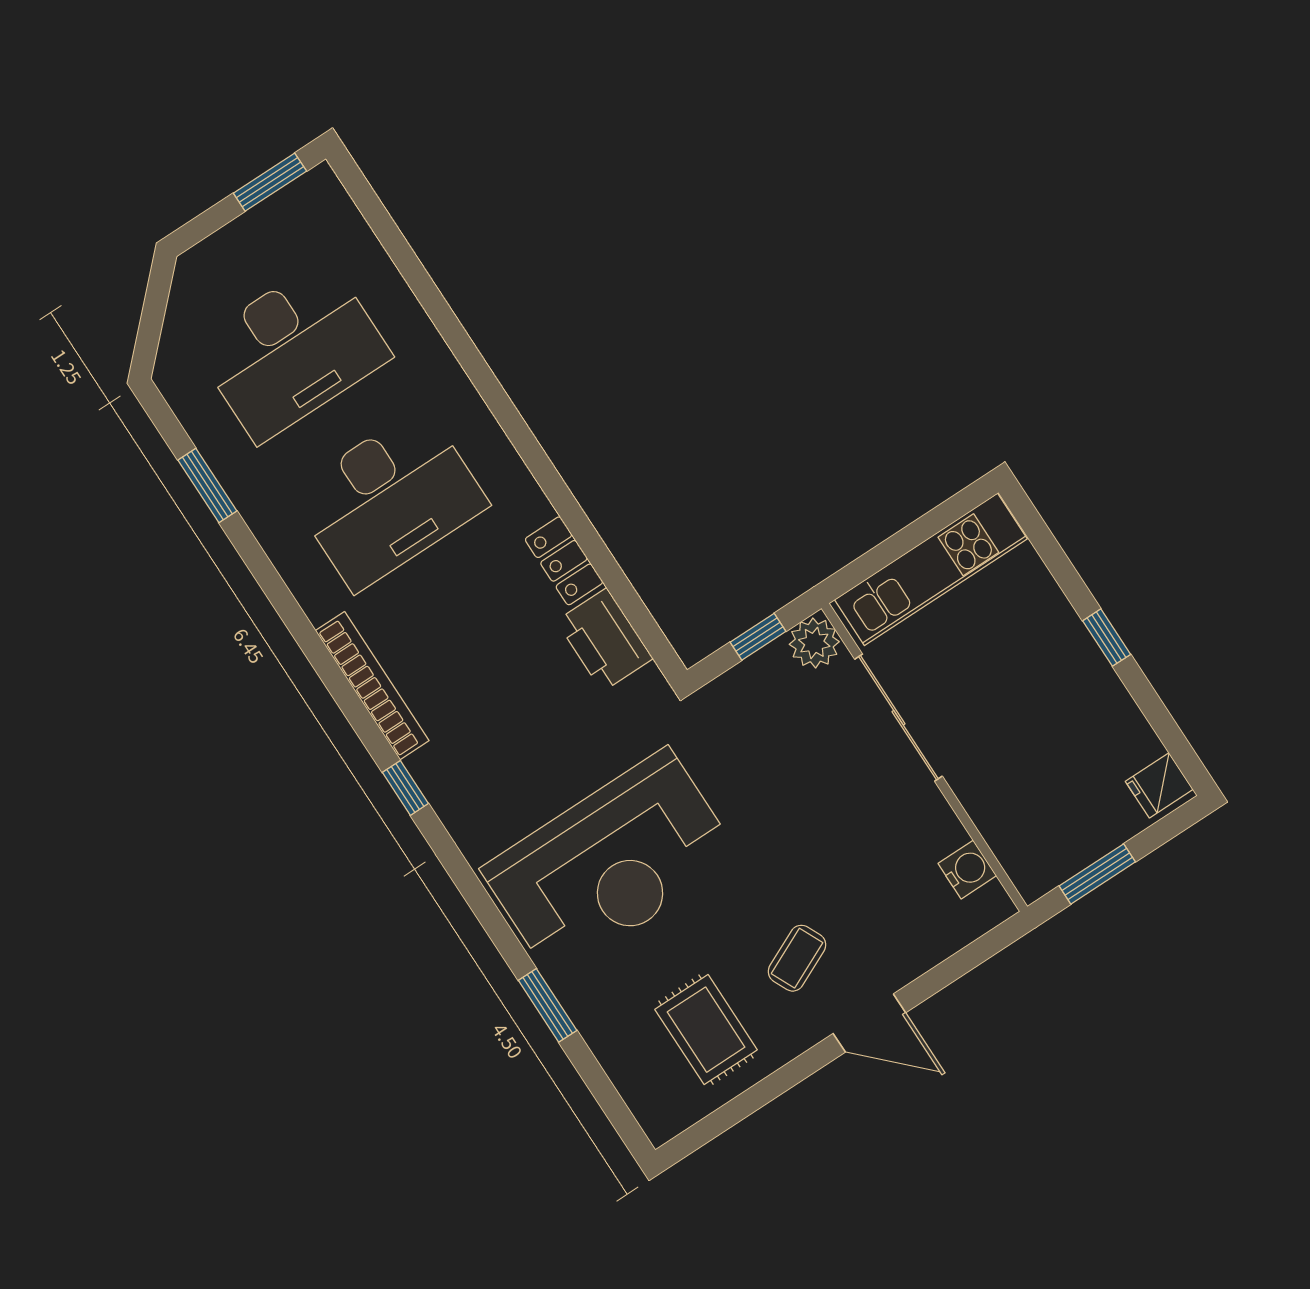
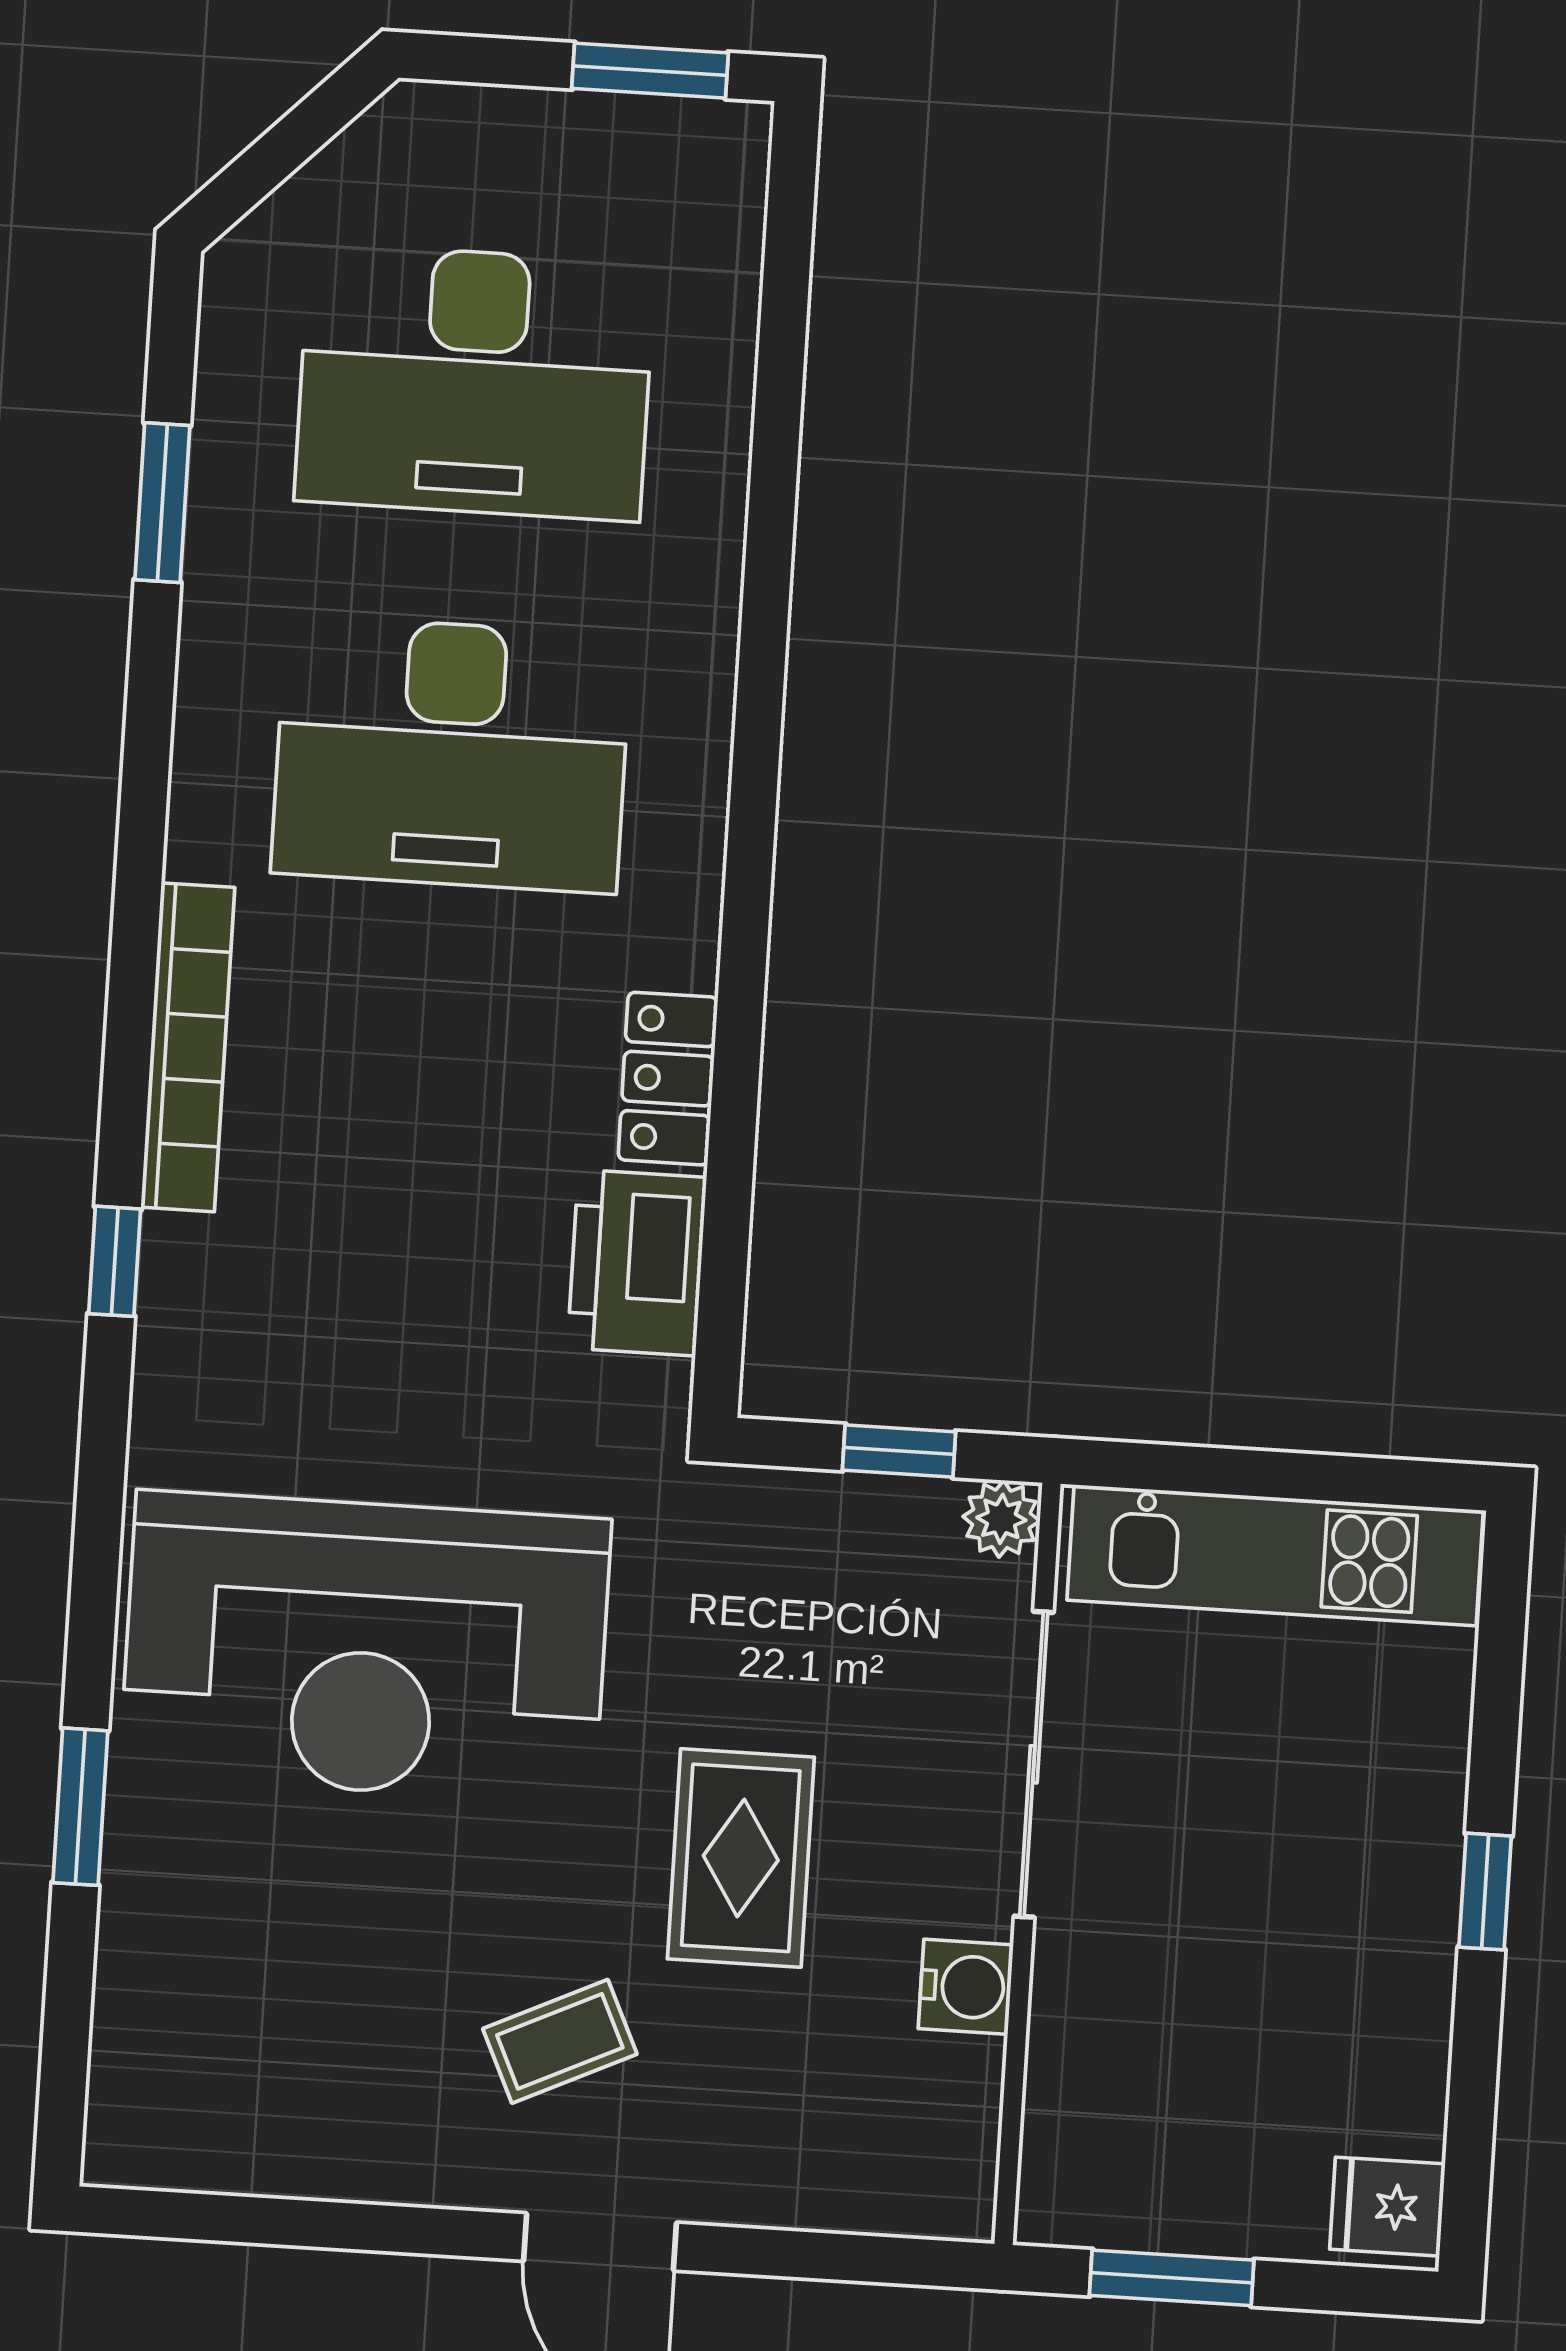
plant: (814, 643) -> (1001, 1519), width x0.73, depth x0.73
water cooler: (967, 870) -> (966, 1987), moved
rug: (706, 1030) -> (741, 1858), moved

